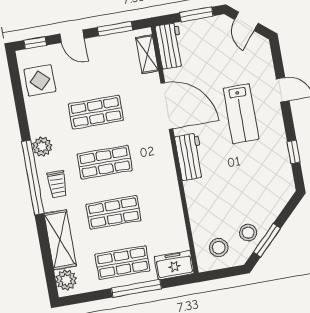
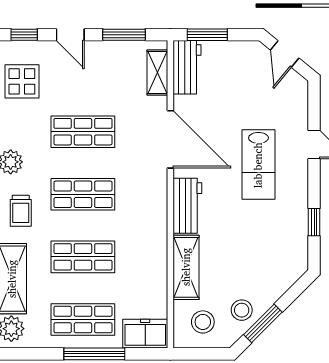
window: (196, 14) -> (207, 35), moved
shelving: (198, 206) -> (186, 267), added

